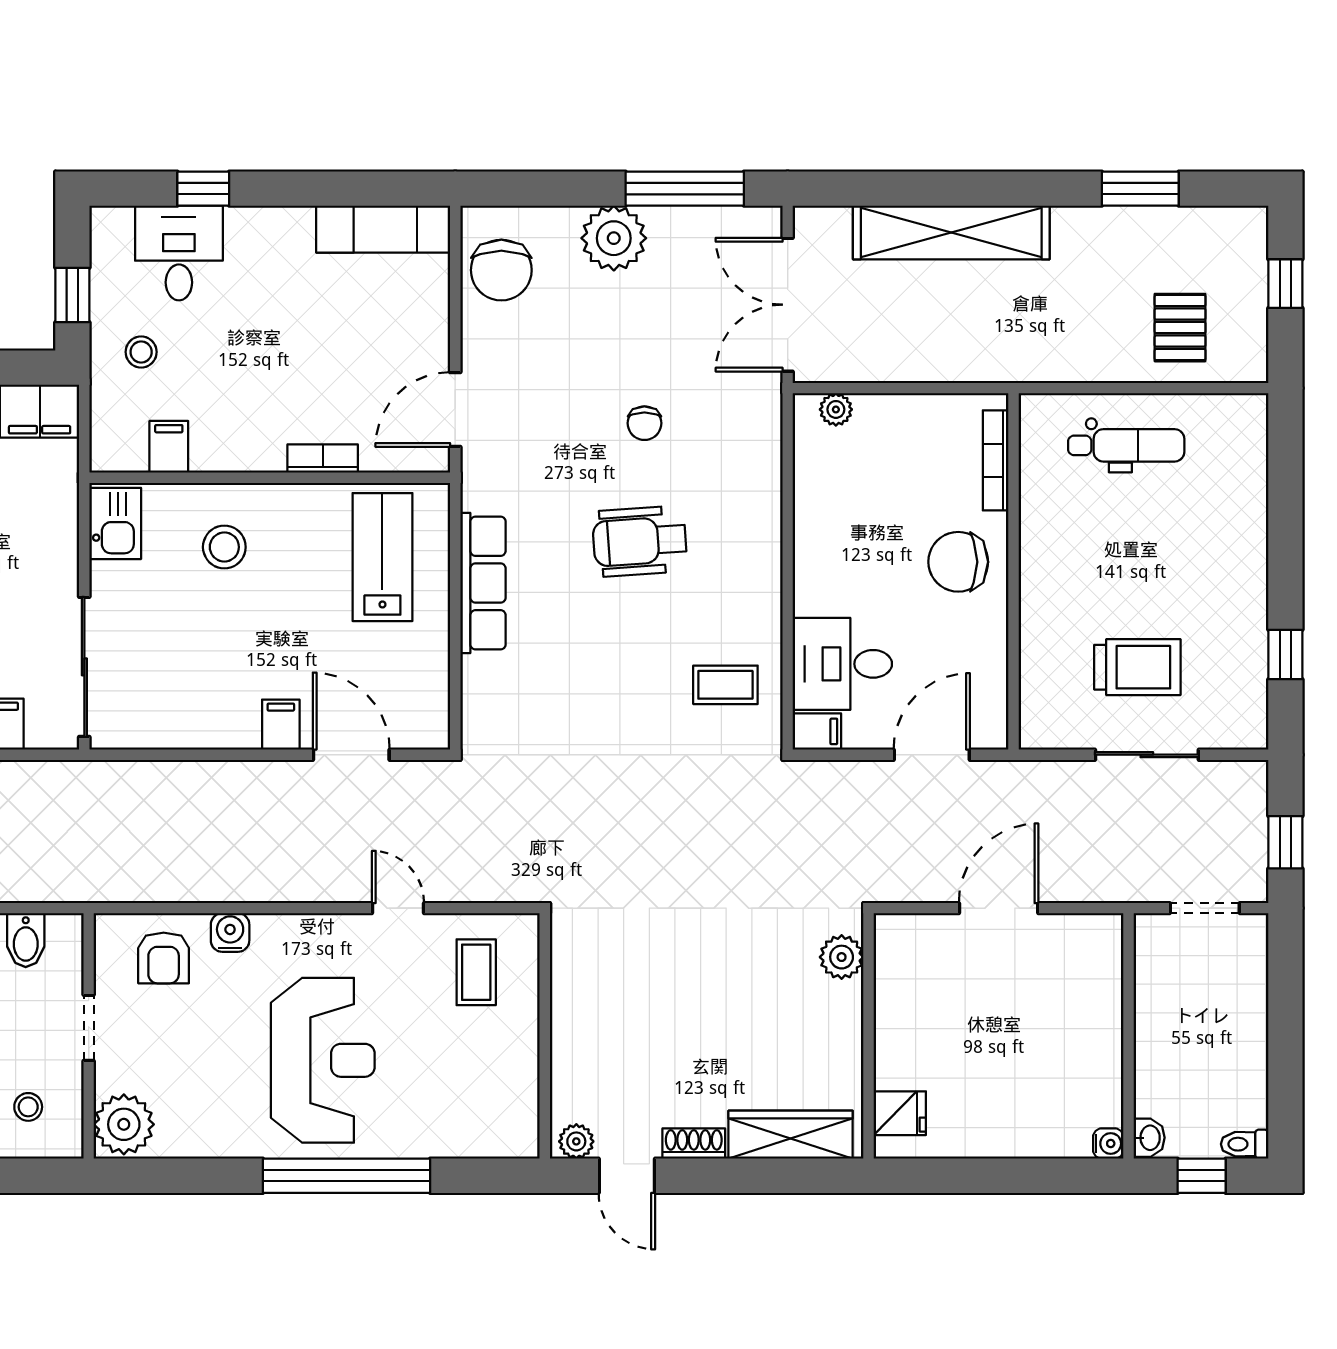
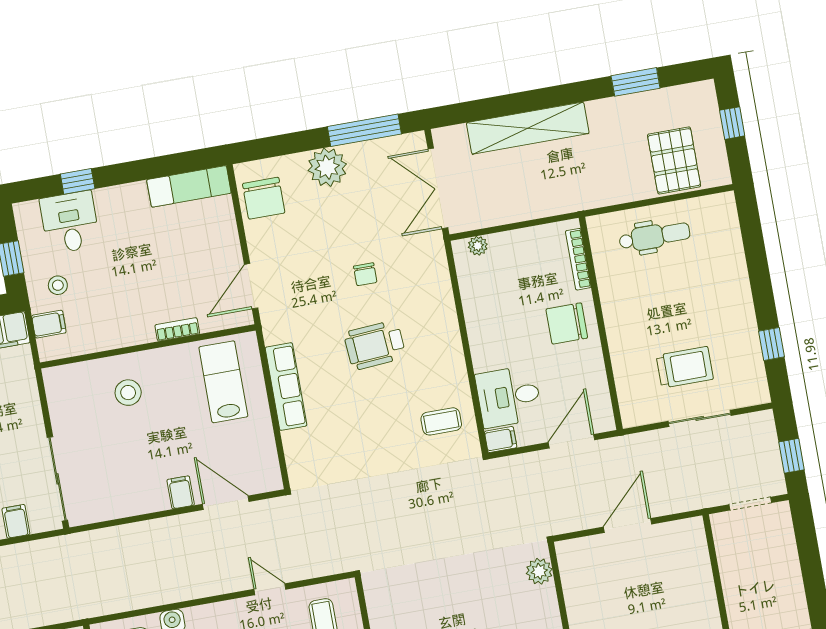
pallet: (1180, 328) -> (674, 160), width x1.50, depth x1.42
filing cabinet: (169, 447) -> (49, 324), moved, turned 90
kitchen sink: (115, 523) -> (61, 390), removed

